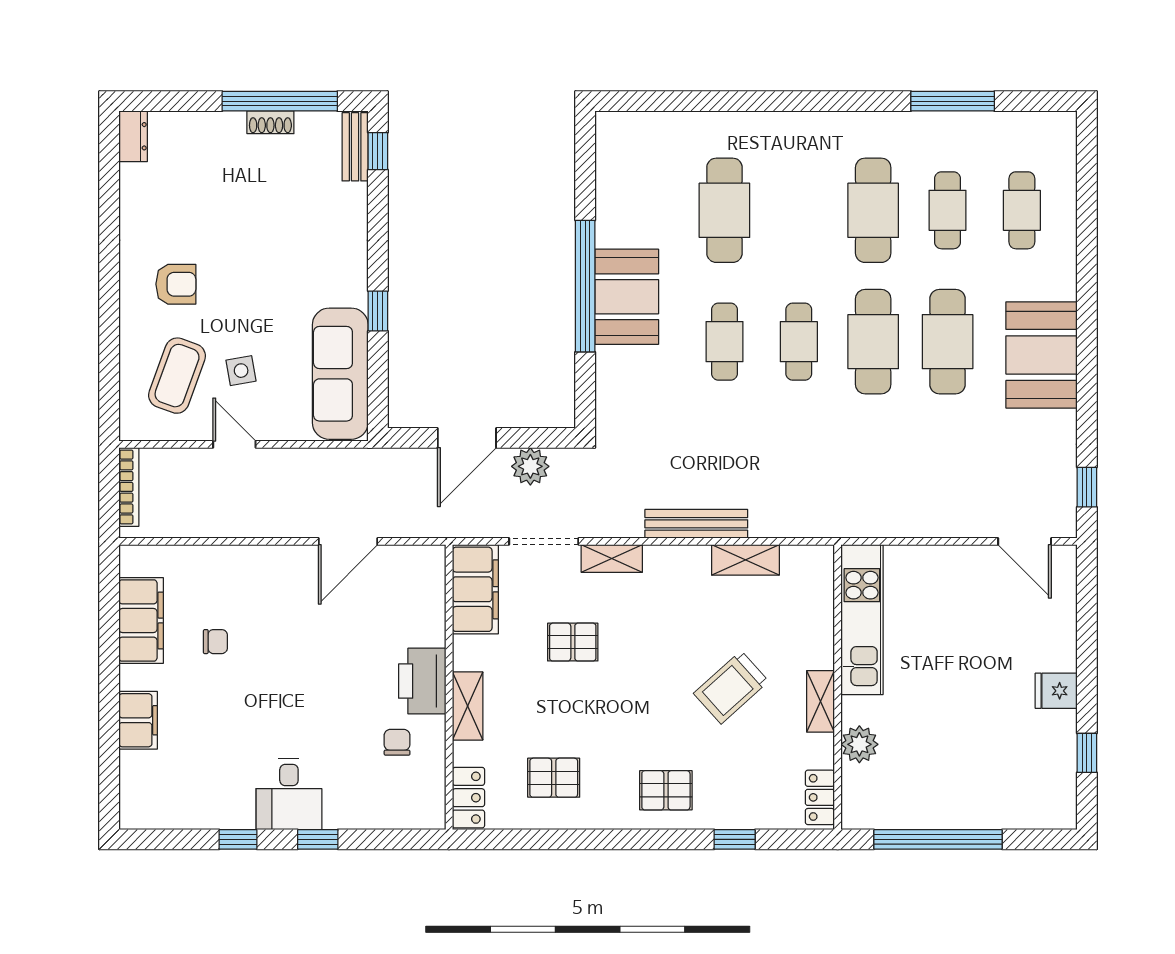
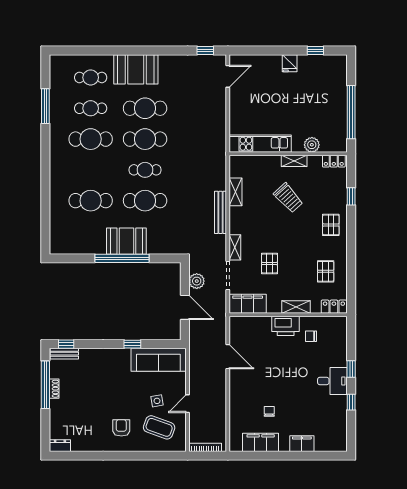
cafe table: (724, 342) -> (145, 201), width x1.37, depth x1.35
booth: (1042, 355) -> (136, 69), moved

